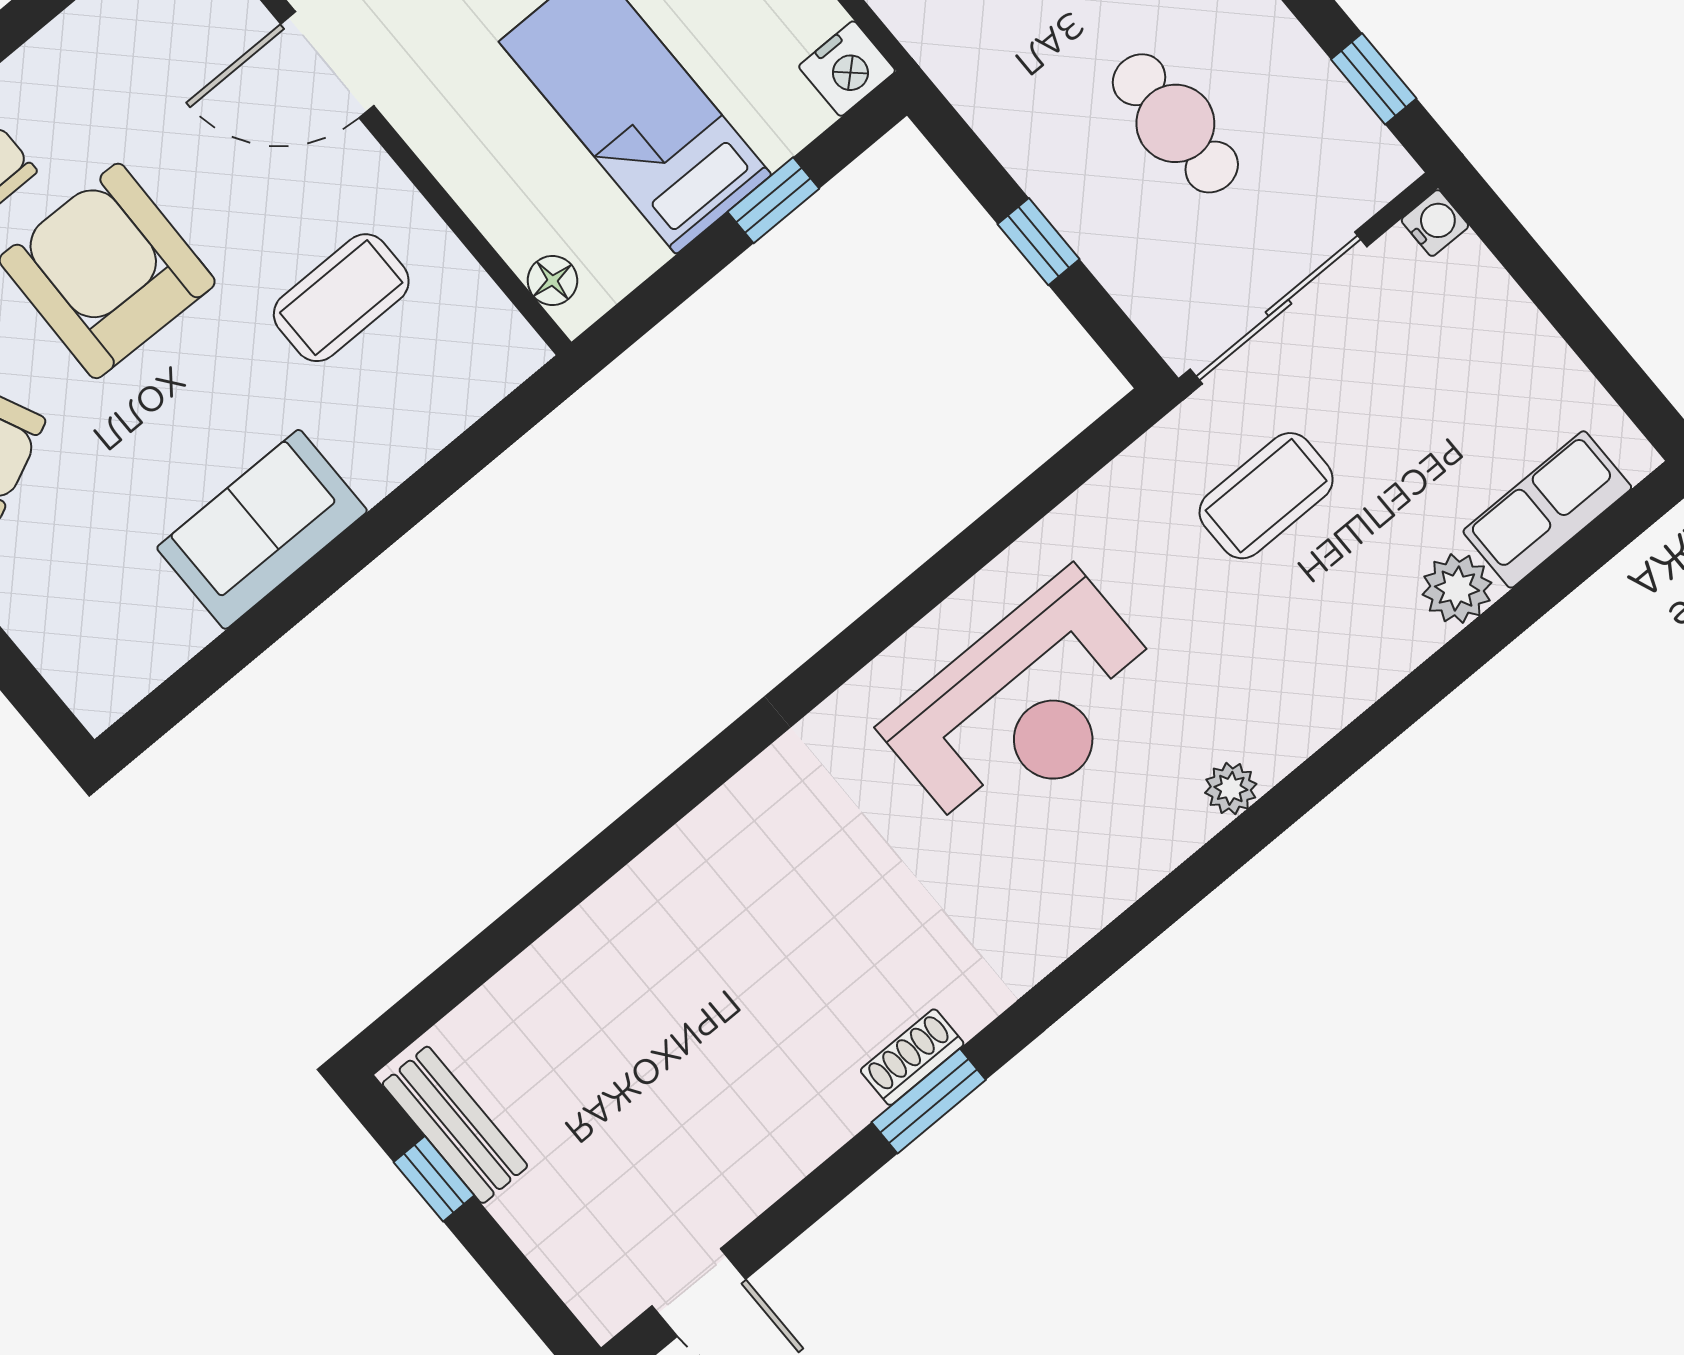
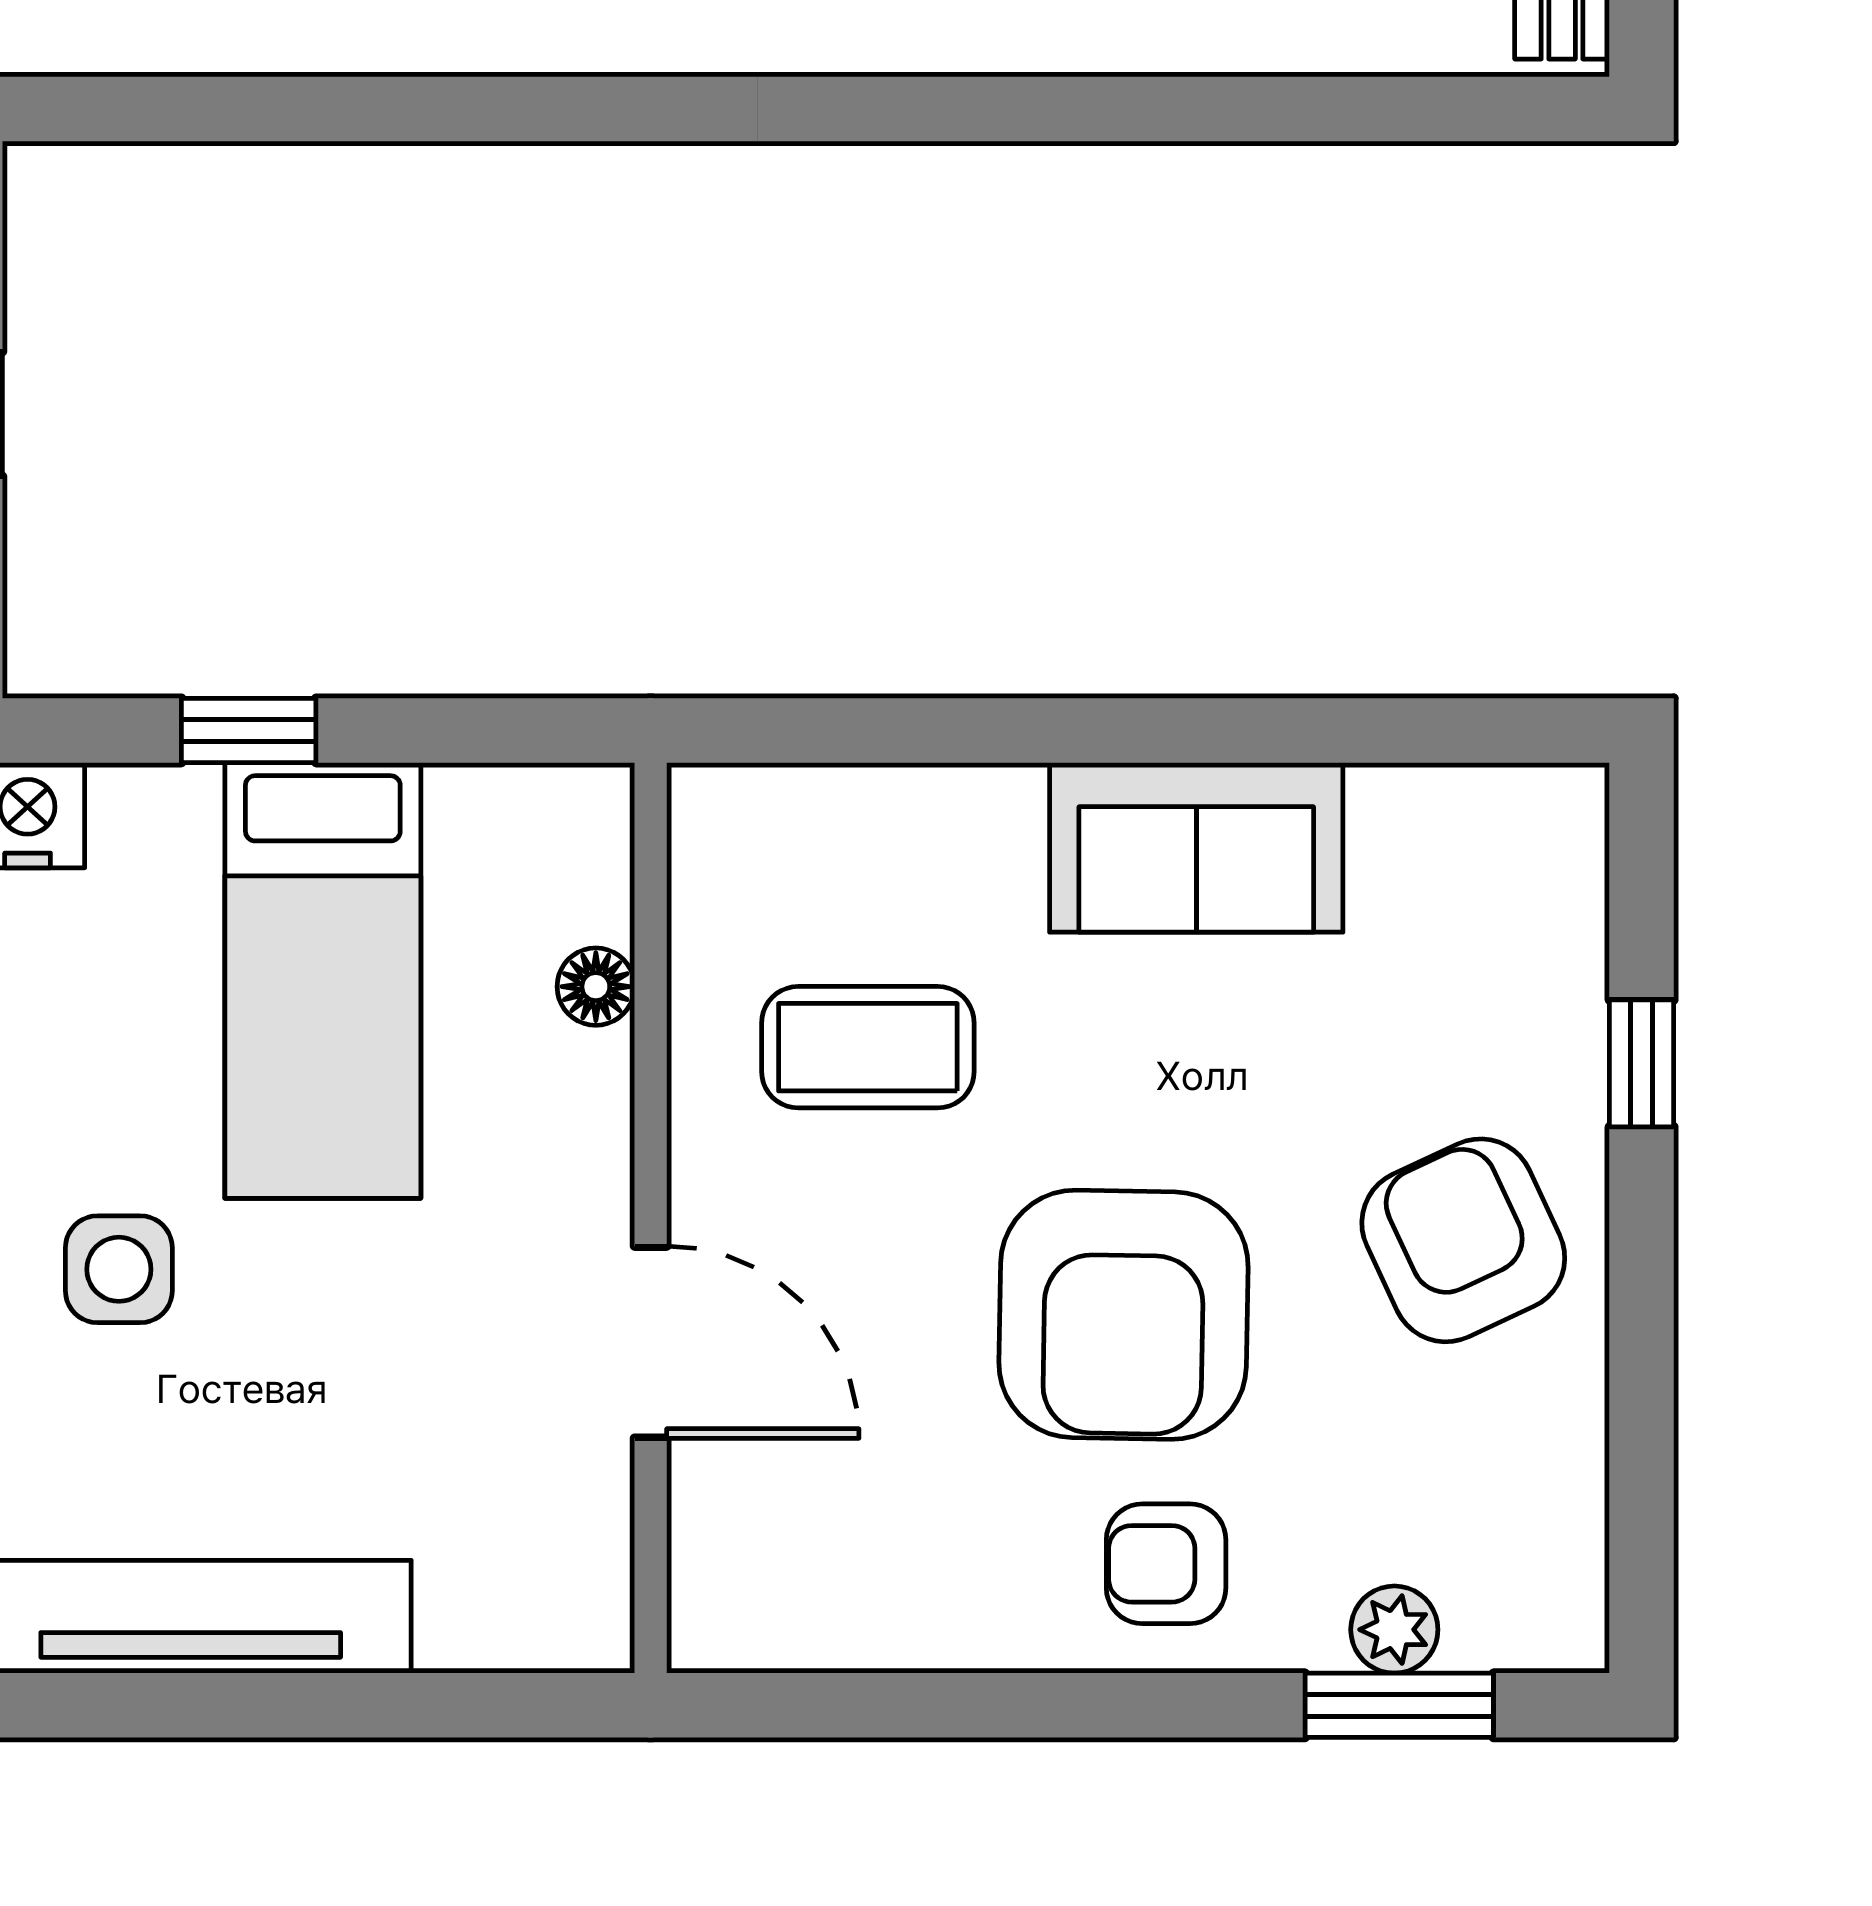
floor lamp: (552, 280) -> (596, 987), moved

